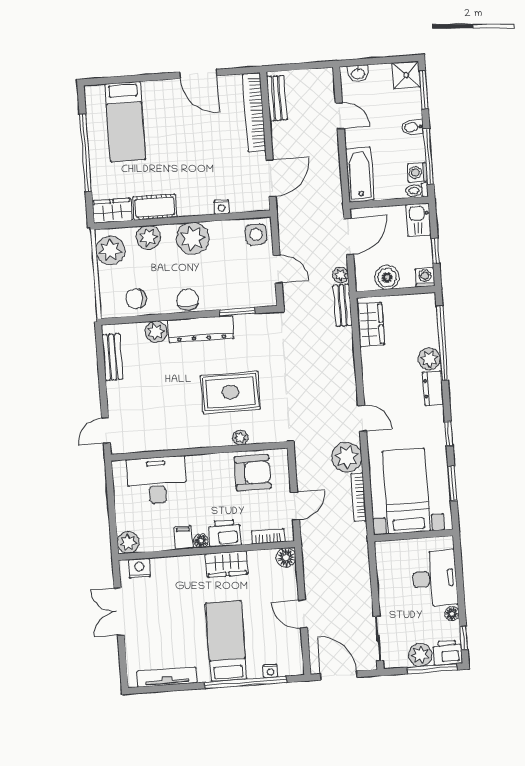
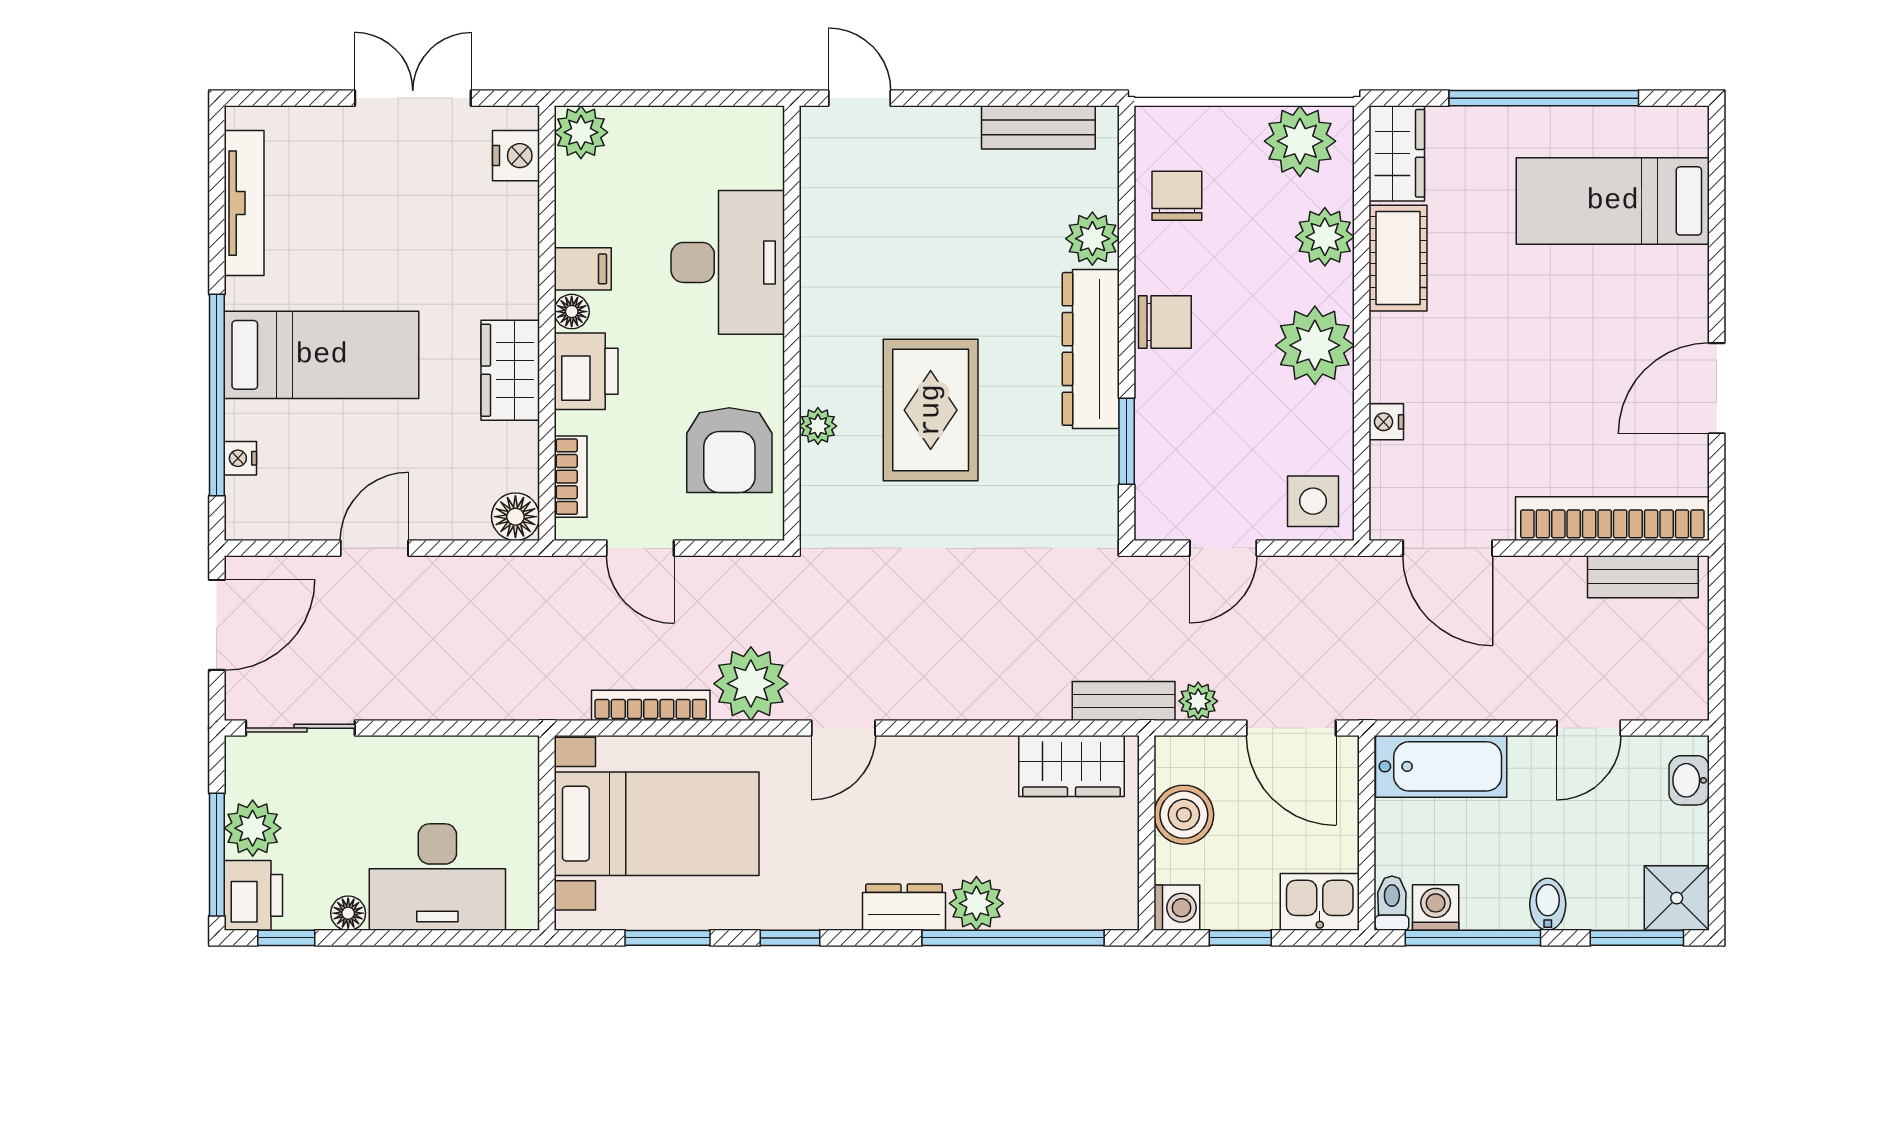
desk: (157, 480) -> (728, 262), moved

